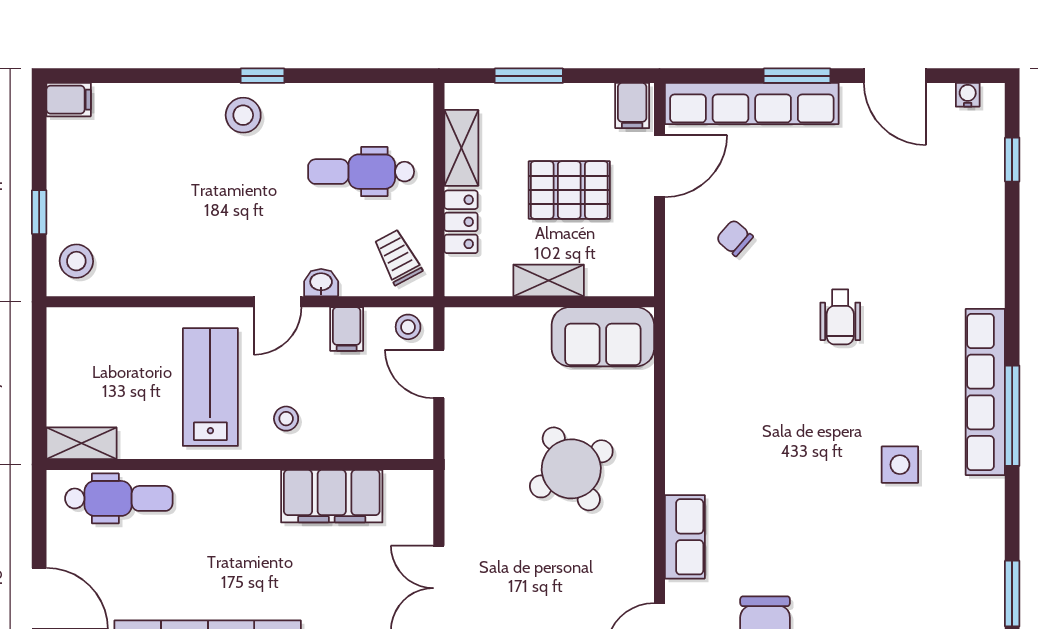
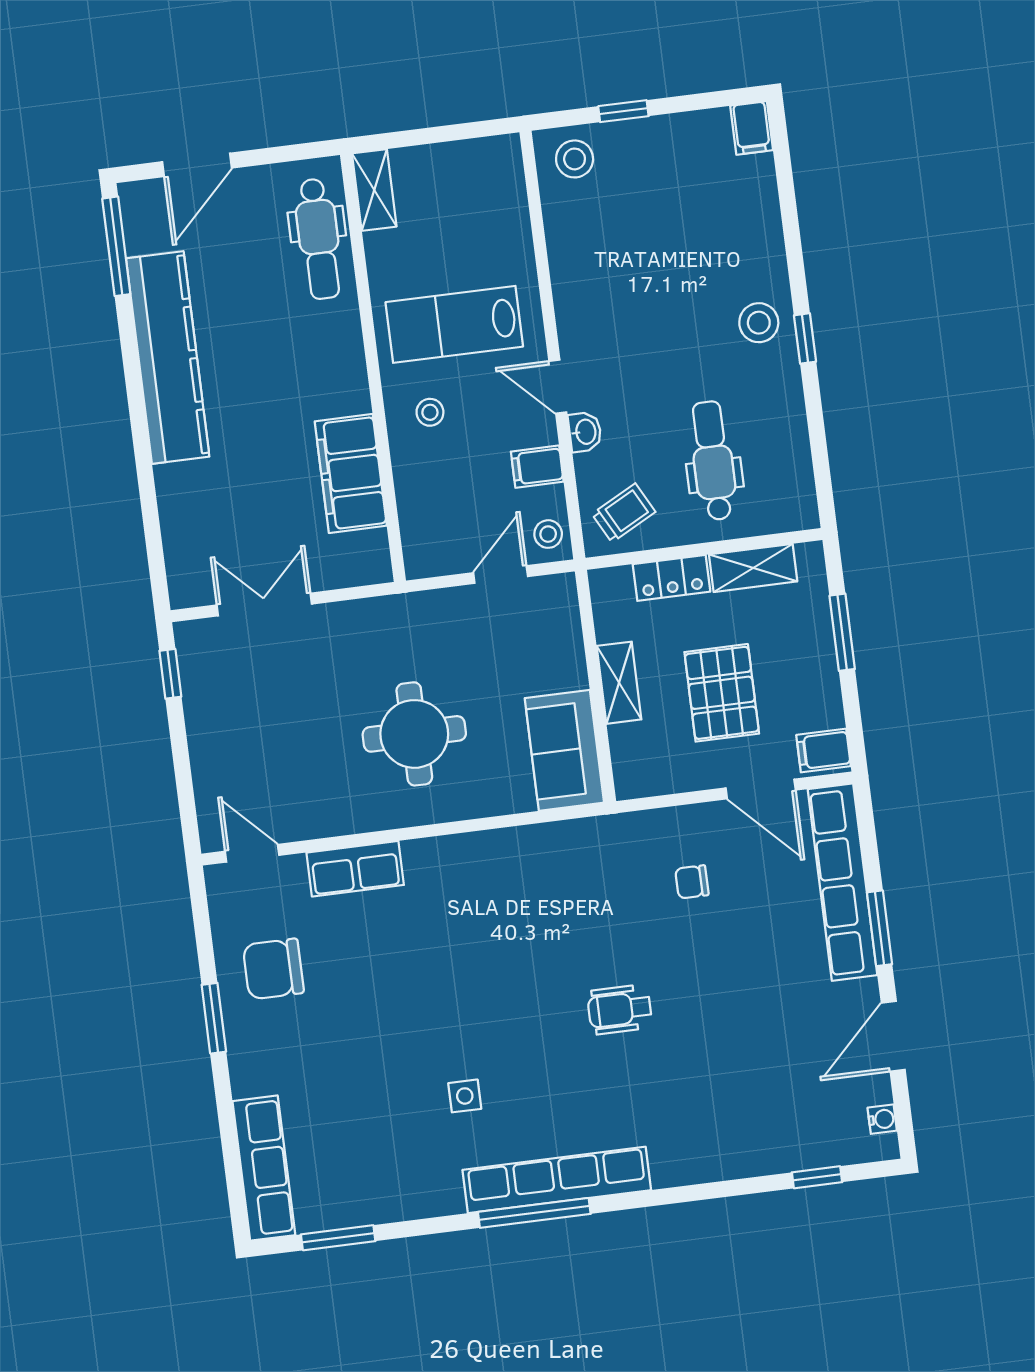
chair: (735, 238) -> (692, 882), turned -131
lab bench: (210, 387) -> (454, 324), turned 180
side table: (900, 465) -> (465, 1096), width x0.73, depth x0.73
round table: (571, 469) -> (414, 734), turned 30

